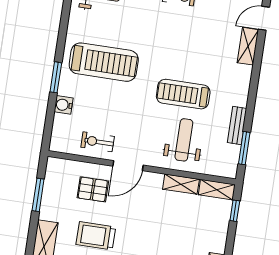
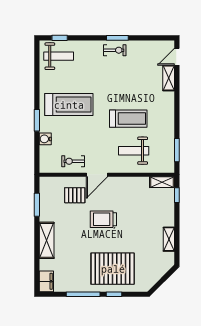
treadmill: (183, 94) -> (128, 119), turned 180
bench: (237, 125) -> (169, 135), removed
weight bench: (184, 140) -> (134, 151), turned -90
shelving: (181, 184) -> (136, 182), removed
trolley: (96, 236) -> (103, 219), moved

